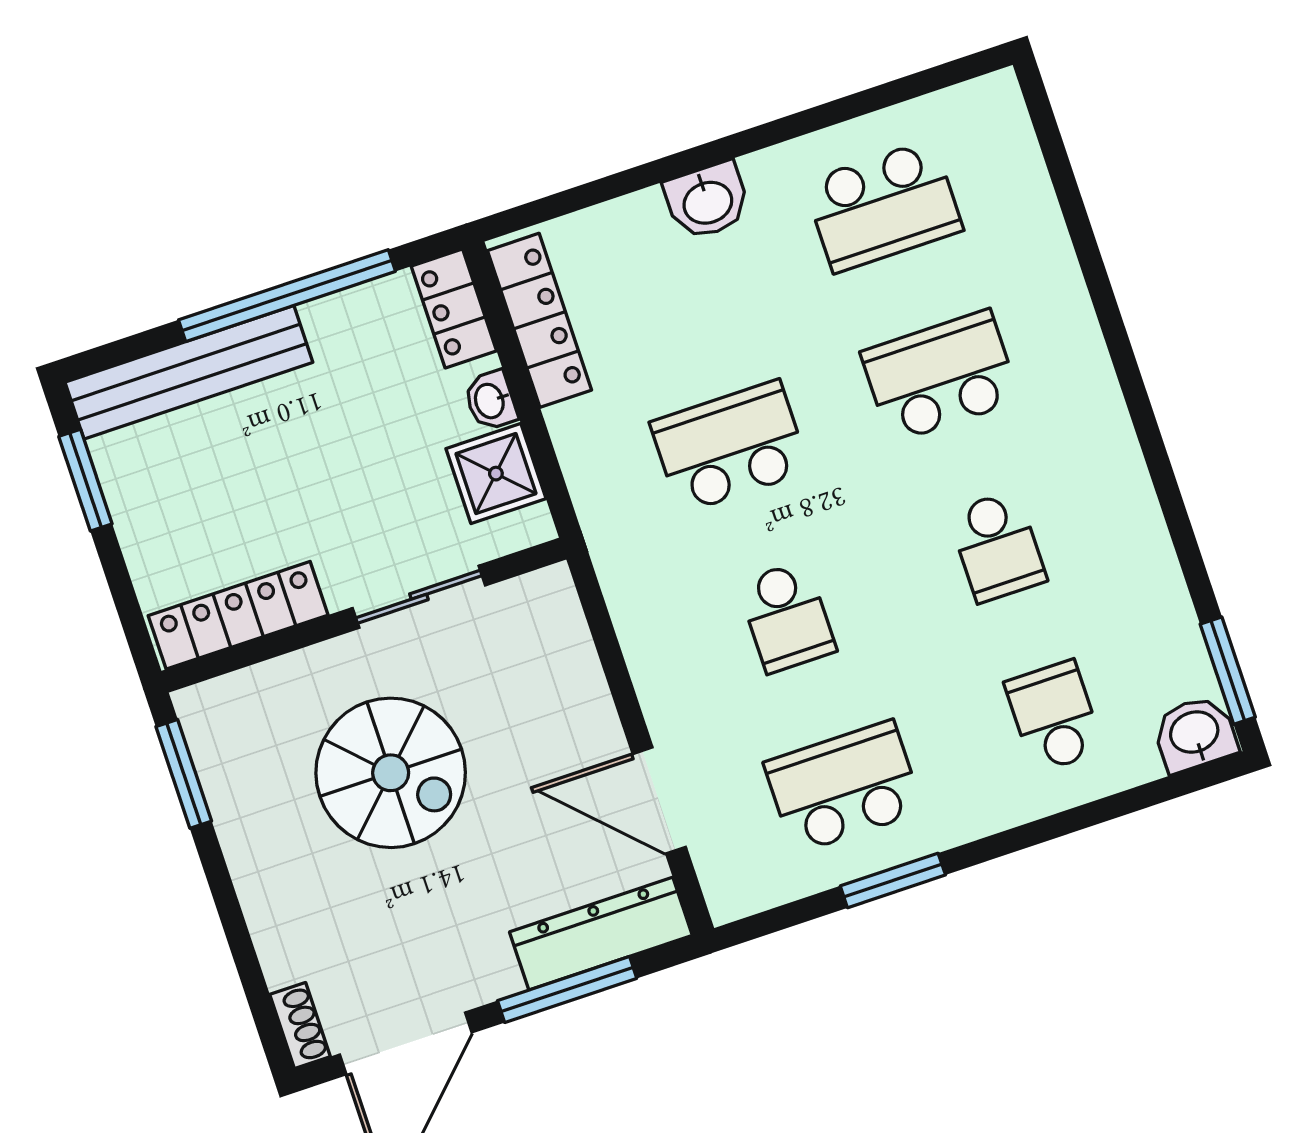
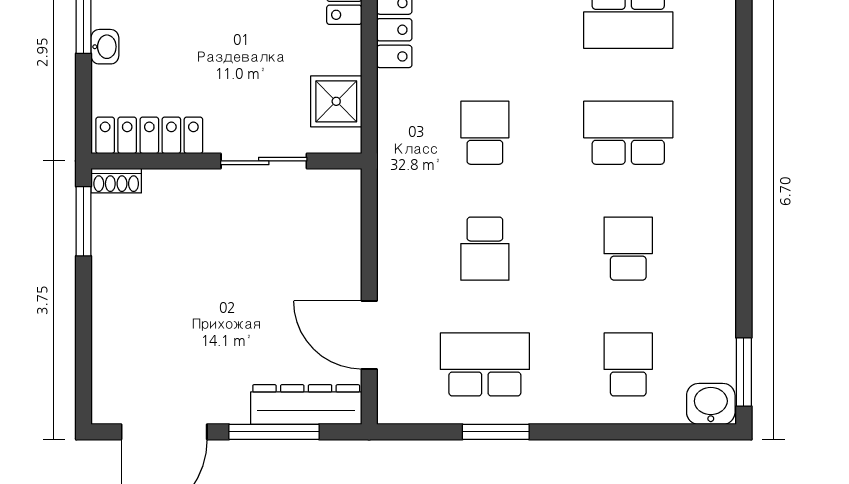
washbasin: (491, 401) -> (105, 47), moved, turned 180
school desk: (730, 447) -> (485, 133), width x0.54
school desk: (997, 546) -> (628, 249), turned 180
spiral stairs: (391, 773) -> (210, 263), removed
shoe rack: (300, 1025) -> (116, 181), moved, turned 90

